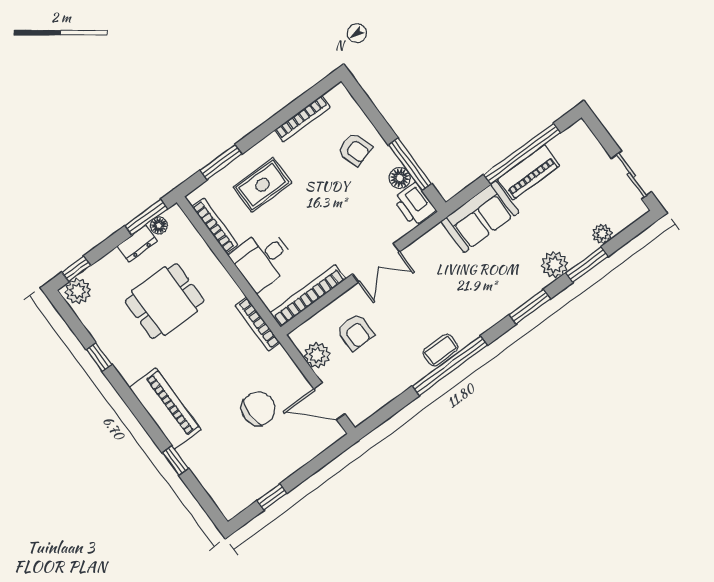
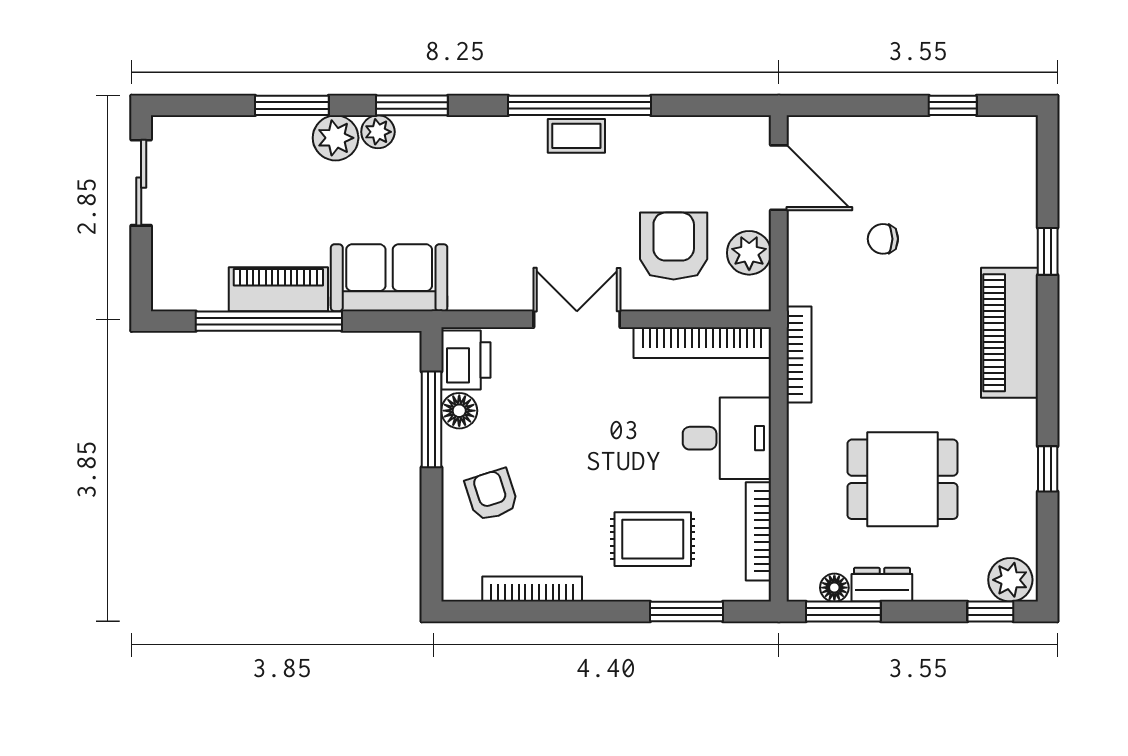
plant: (602, 234) -> (378, 132), moved
armchair: (355, 332) -> (674, 246), width x1.38, depth x1.38
chair: (258, 409) -> (883, 239), width x0.54, depth x0.54

